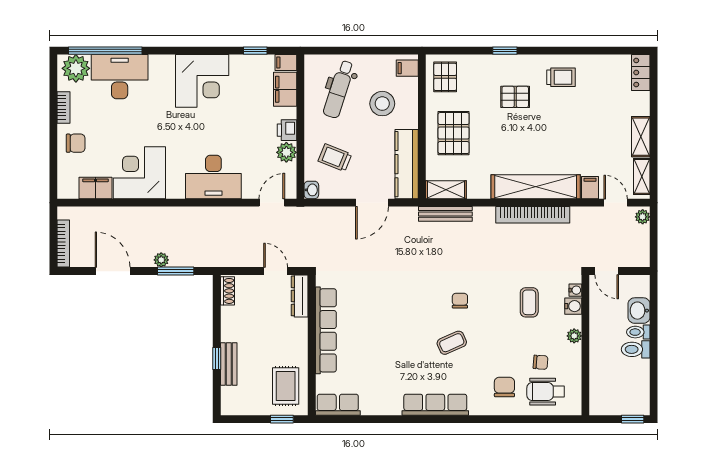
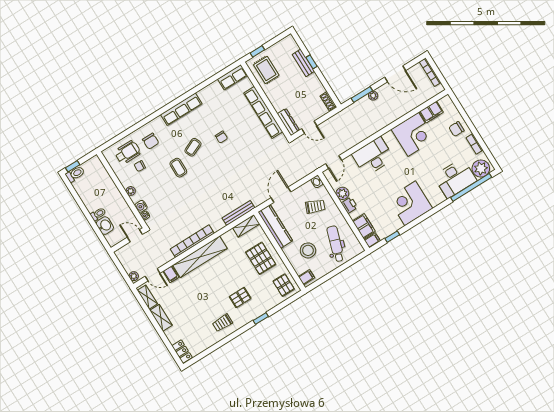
chair: (460, 301) -> (221, 137), moved
coffee table: (529, 302) -> (178, 168), moved
toilet: (636, 349) -> (75, 174), moved

